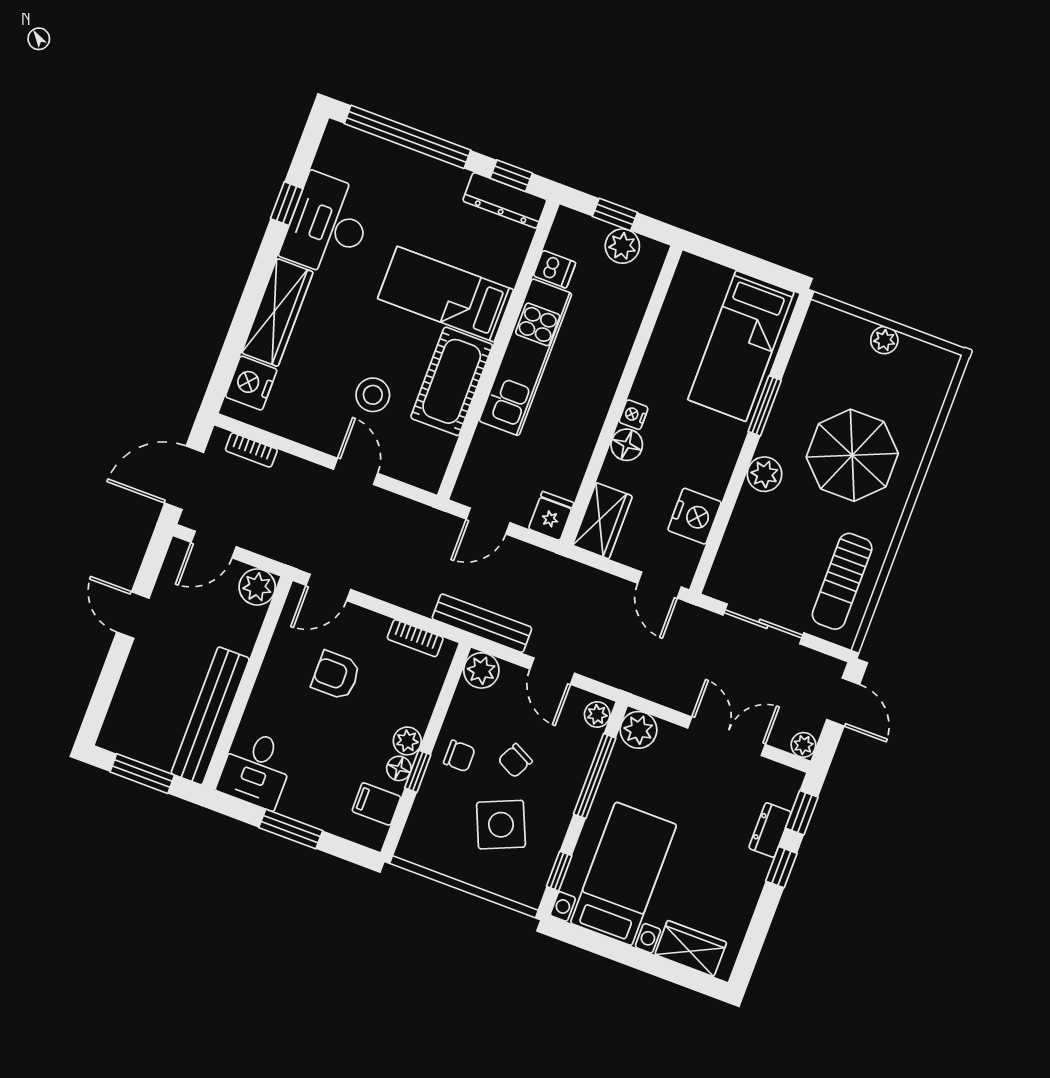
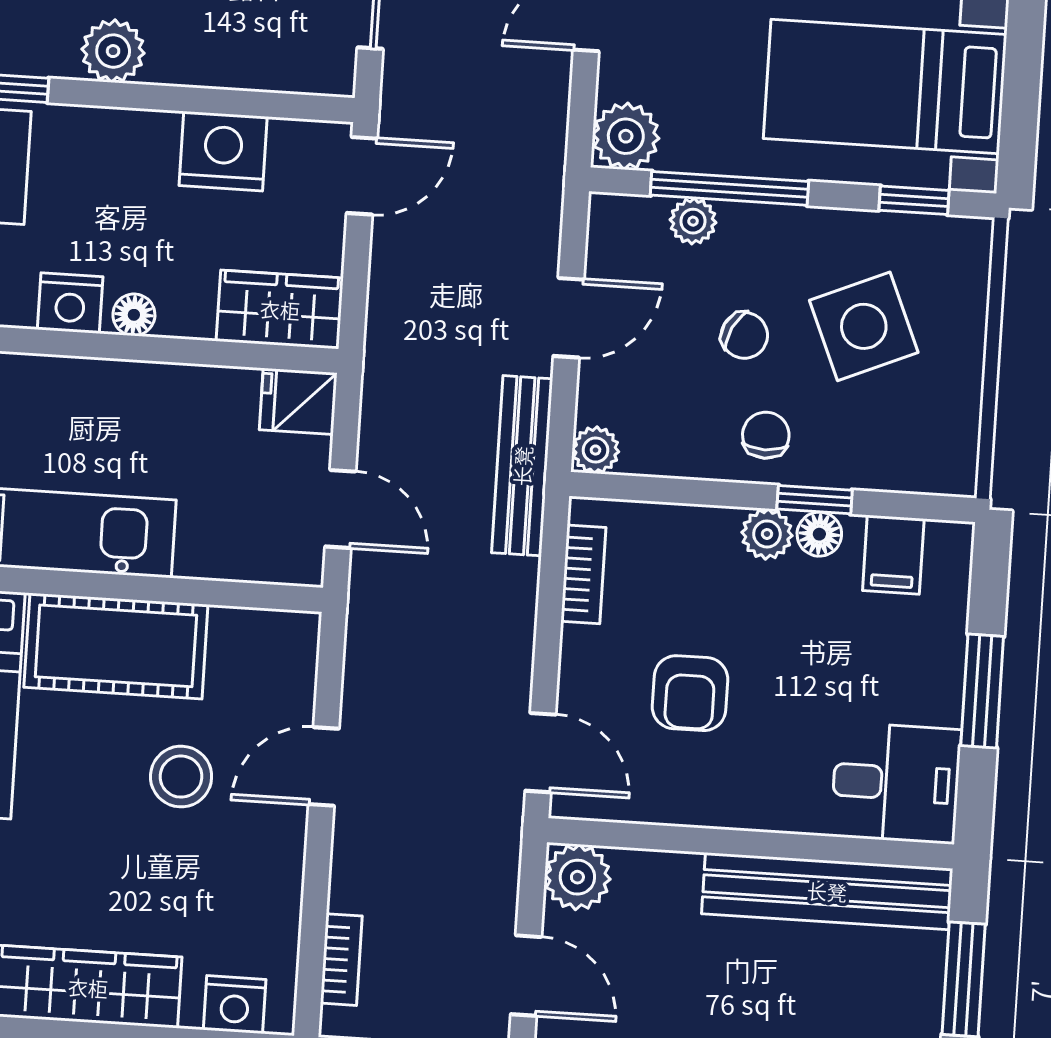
nightstand: (251, 383) -> (235, 1005), width x0.74, depth x0.75
nightstand: (633, 415) -> (70, 303), width x1.39, depth x1.35
floor lamp: (627, 445) -> (134, 315), width x0.73, depth x0.73
plant: (481, 670) -> (596, 450), width x0.73, depth x0.73
plant: (597, 715) -> (693, 221), moved

